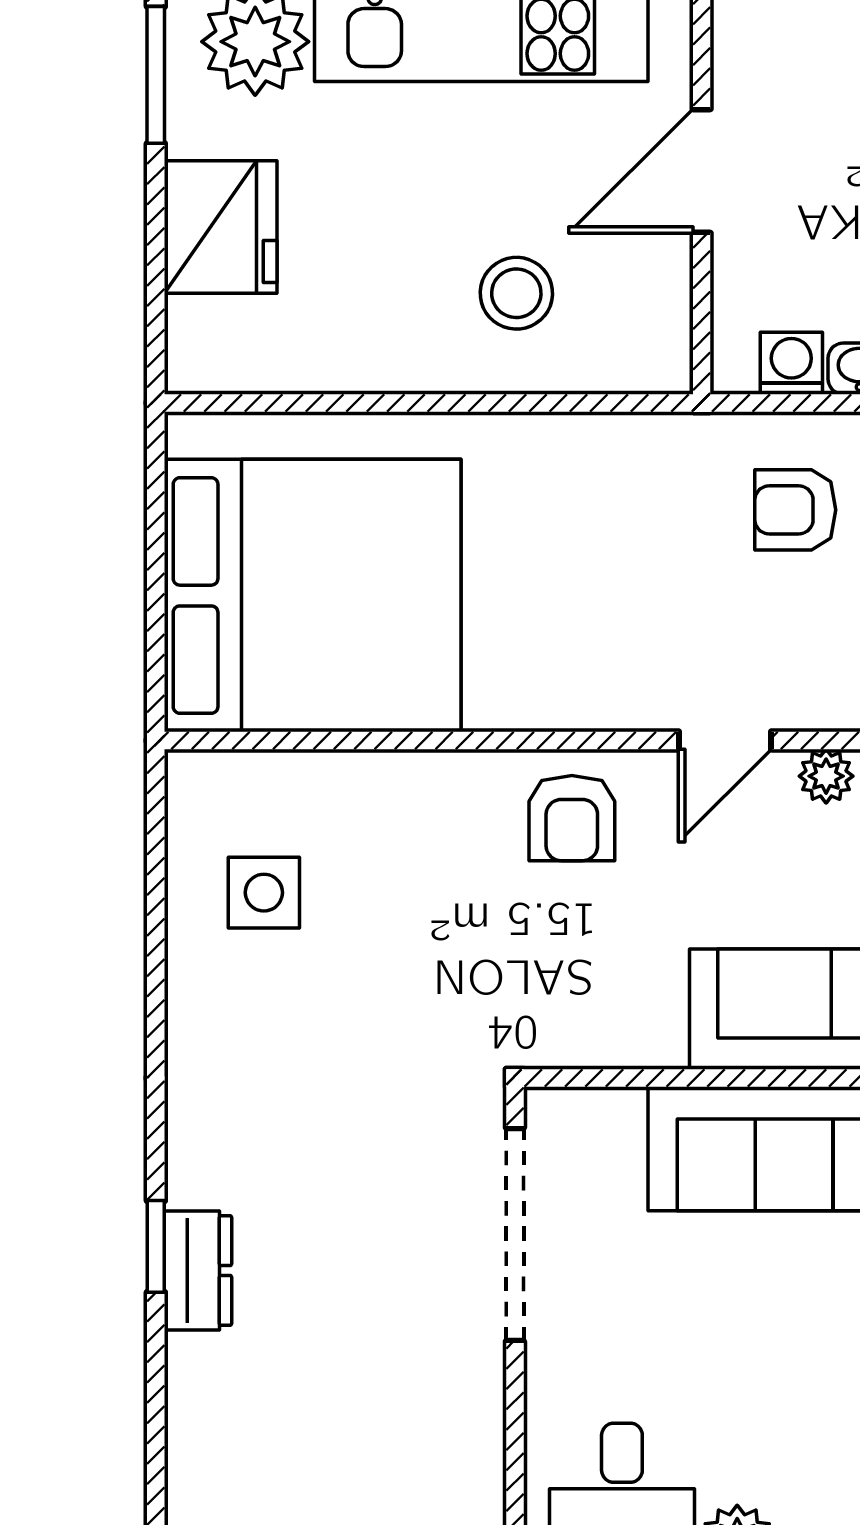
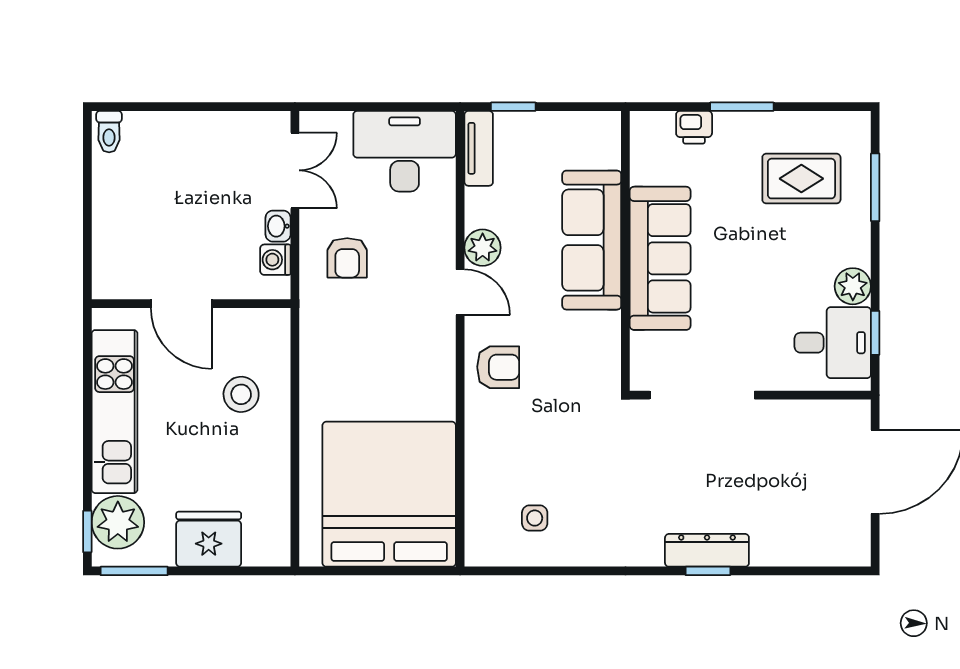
plant: (826, 776) -> (483, 248), width x1.38, depth x1.38
side table: (264, 893) -> (535, 518), width x0.73, depth x0.73
dresser: (198, 1271) -> (707, 550), width x1.44

